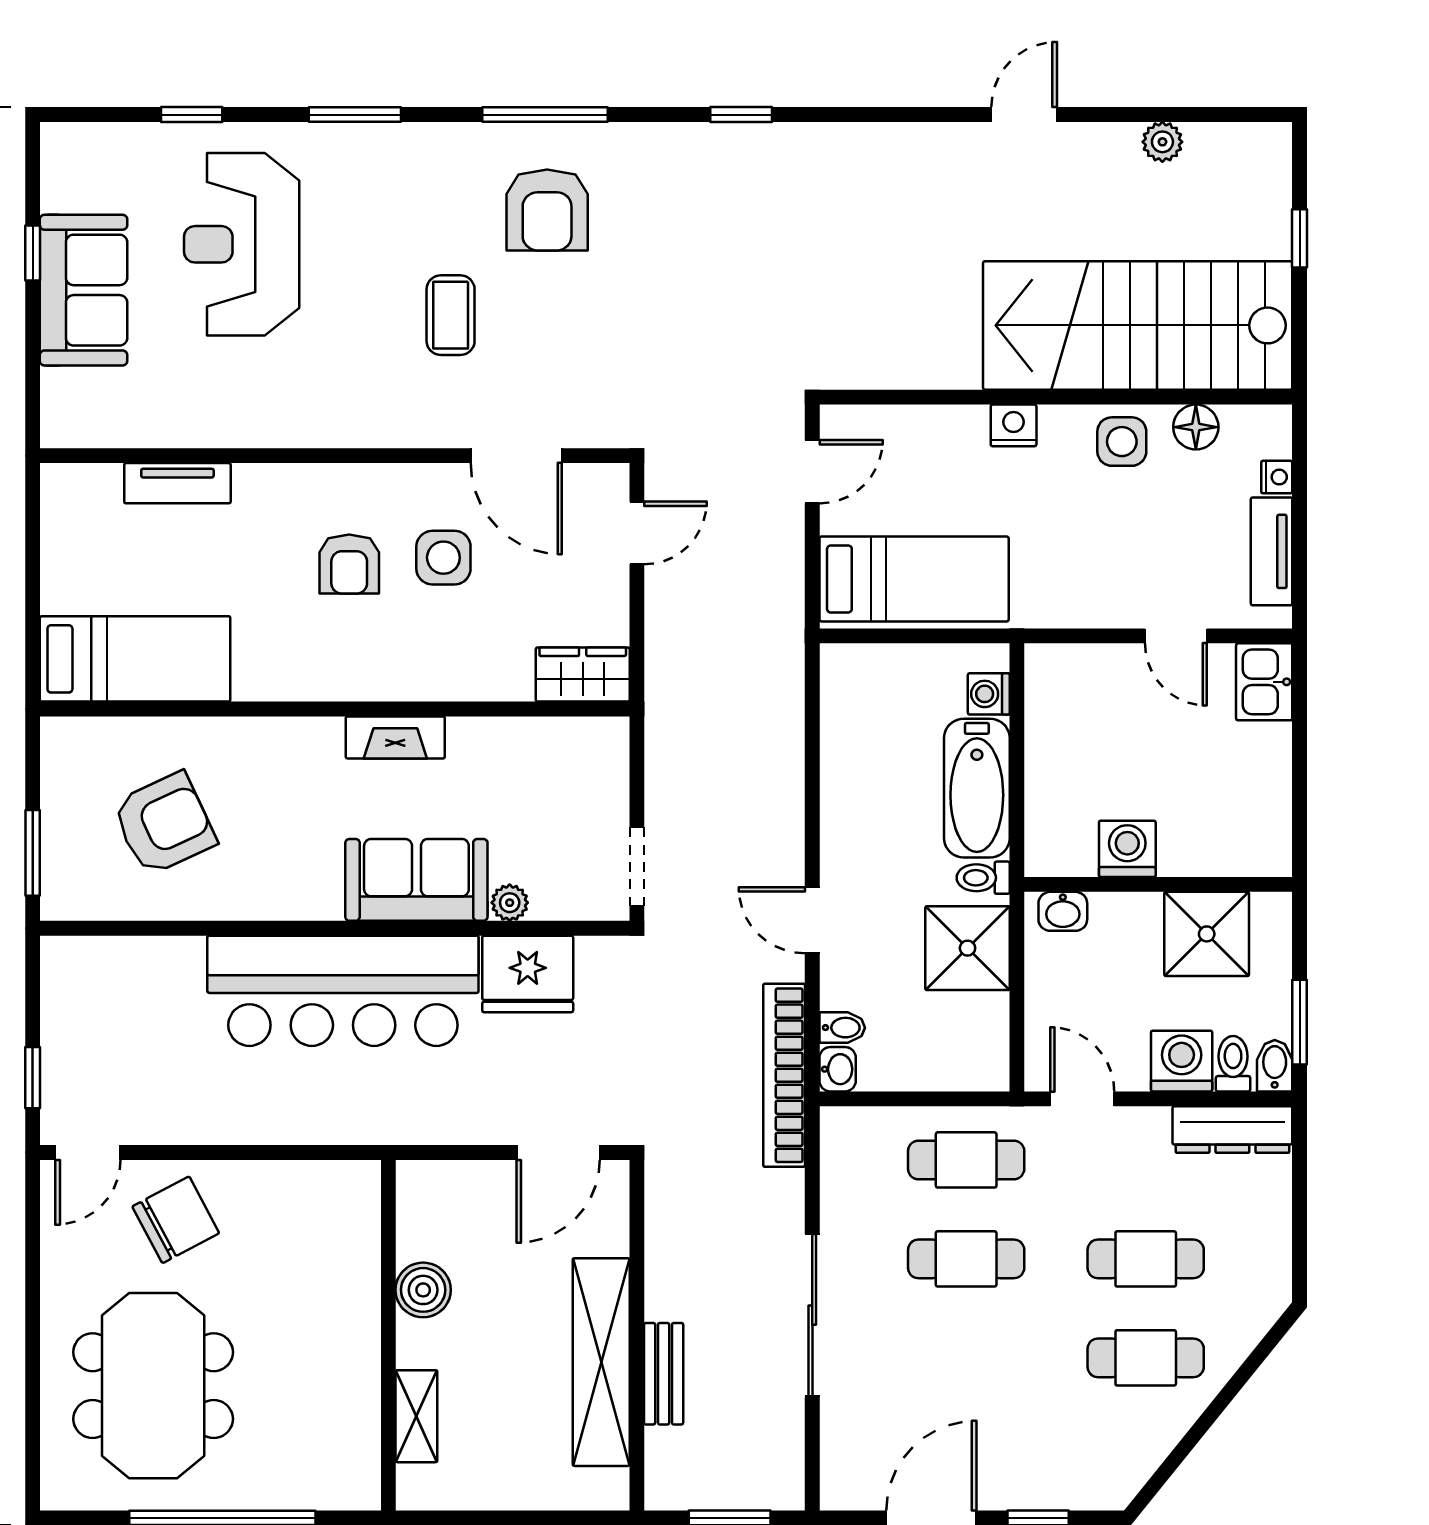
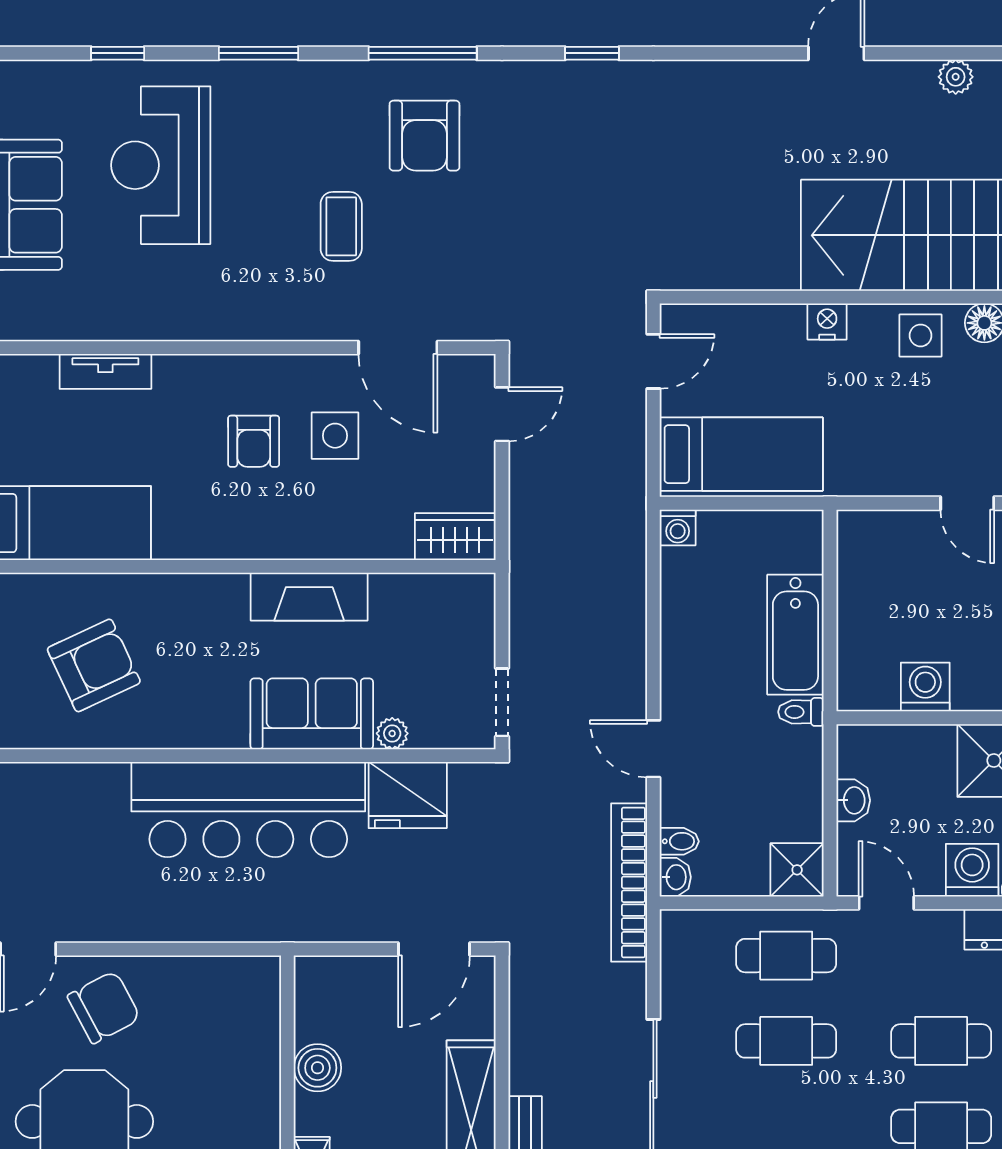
washing machine: (989, 694) -> (678, 528), moved, turned -90
fireplace: (395, 737) -> (309, 597), width x1.37, depth x1.32
washbasin: (1063, 911) -> (853, 800), moved, turned -90
shower: (968, 948) -> (797, 870), moved, width x0.73, depth x0.73

